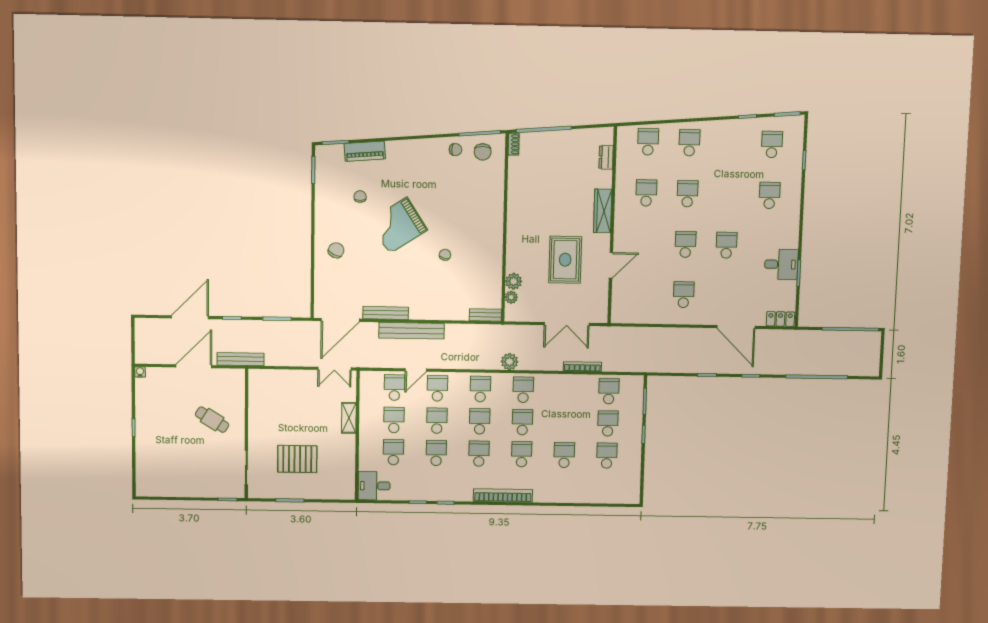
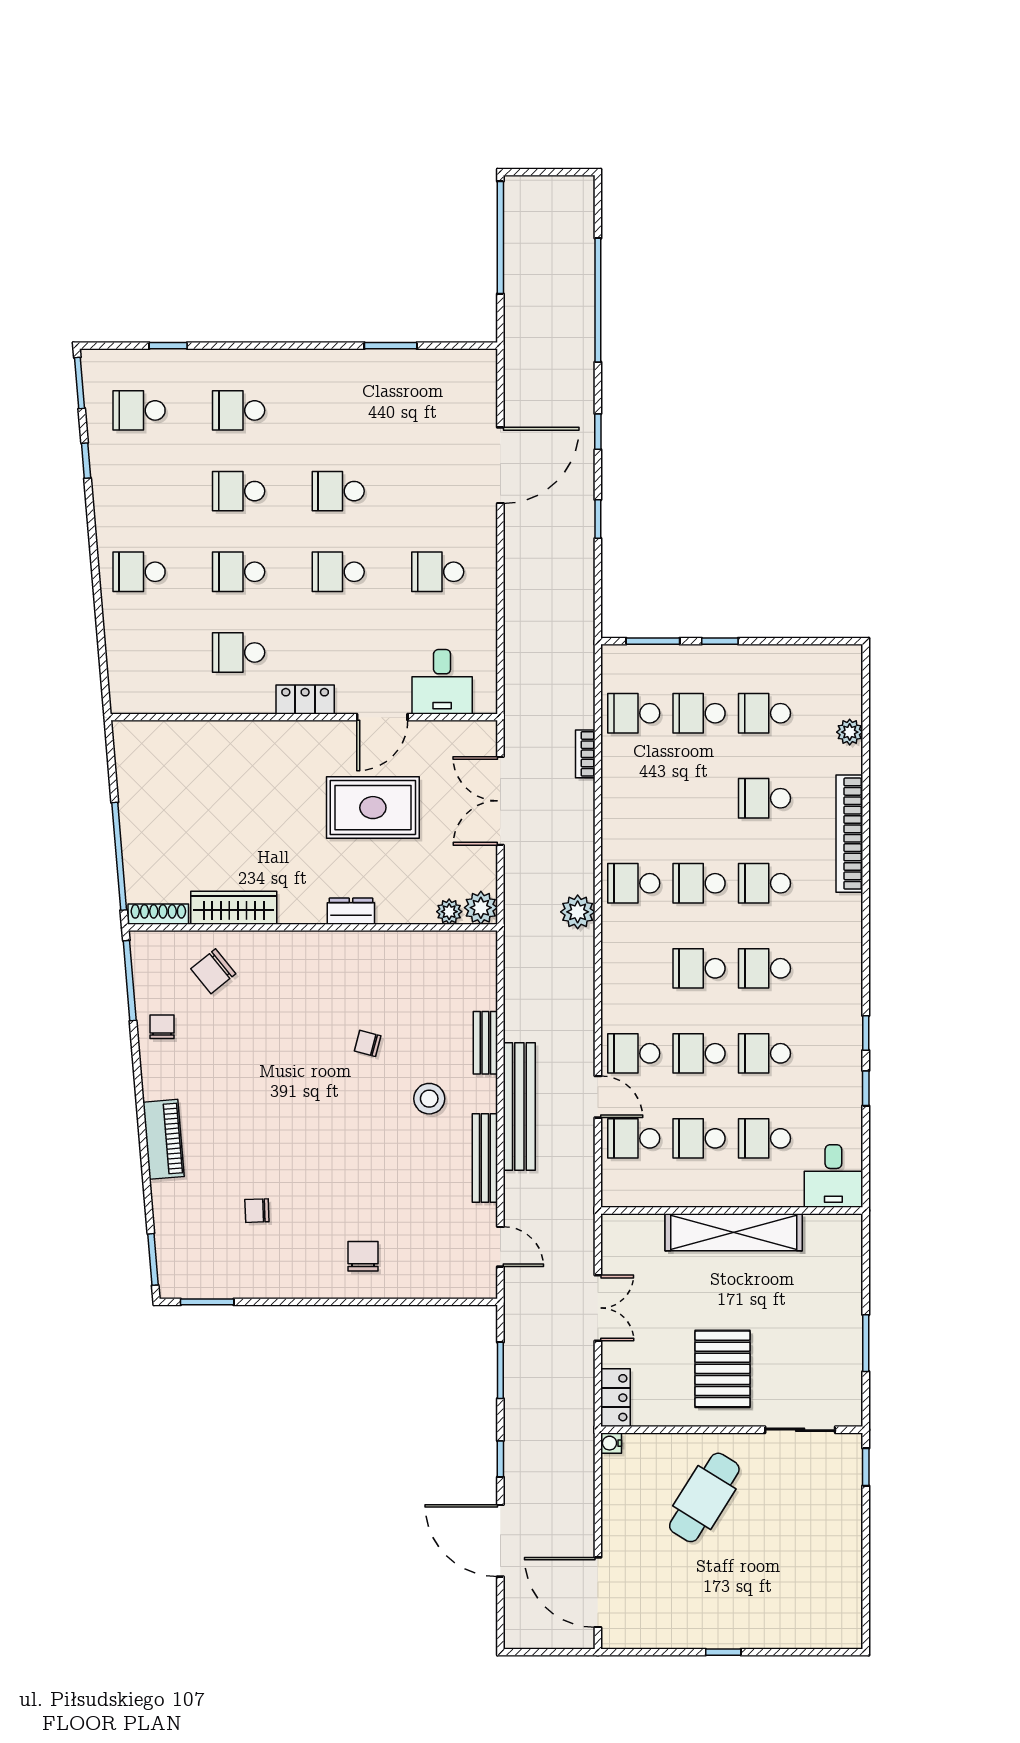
school desk: (648, 142) -> (239, 491), moved
shoe rack: (514, 144) -> (158, 914), width x1.43
piano: (365, 151) -> (163, 1139), moved
chair: (483, 152) -> (213, 971), moved, turned 141
dresser: (606, 157) -> (351, 911), moved, turned 180
wardrobe: (603, 211) -> (234, 908), moved, turned 180
grand piano: (398, 225) -> (312, 1136), removed
chair: (336, 250) -> (363, 1256), turned 64
desk: (781, 264) -> (442, 682), moved, turned 180
door: (611, 265) -> (382, 717), swing flipped
plant: (514, 281) -> (481, 908), moved
stool: (416, 285) -> (429, 1099), added
bench: (485, 315) -> (485, 1043), moved
locker: (780, 319) -> (305, 700), moved, turned 90
door: (340, 320) -> (500, 1247), width x0.53
double door: (567, 324) -> (500, 801), swing flipped
bench: (240, 359) -> (582, 1442), removed
door: (194, 366) -> (598, 1592), moved
bookcase: (582, 367) -> (585, 754), width x0.64
double door: (334, 369) -> (598, 1308), moved
water cooler: (140, 372) -> (611, 1443), moved
locker: (263, 376) -> (616, 1398), added
school desk: (480, 389) -> (634, 968), removed
shelving: (349, 418) -> (734, 1232), width x2.20, depth x1.33
cafe table: (212, 420) -> (704, 1497), width x1.37, depth x1.35
pallet: (297, 459) -> (723, 1369), moved
bookcase: (503, 496) -> (849, 834), moved
plant: (596, 497) -> (850, 732), added

